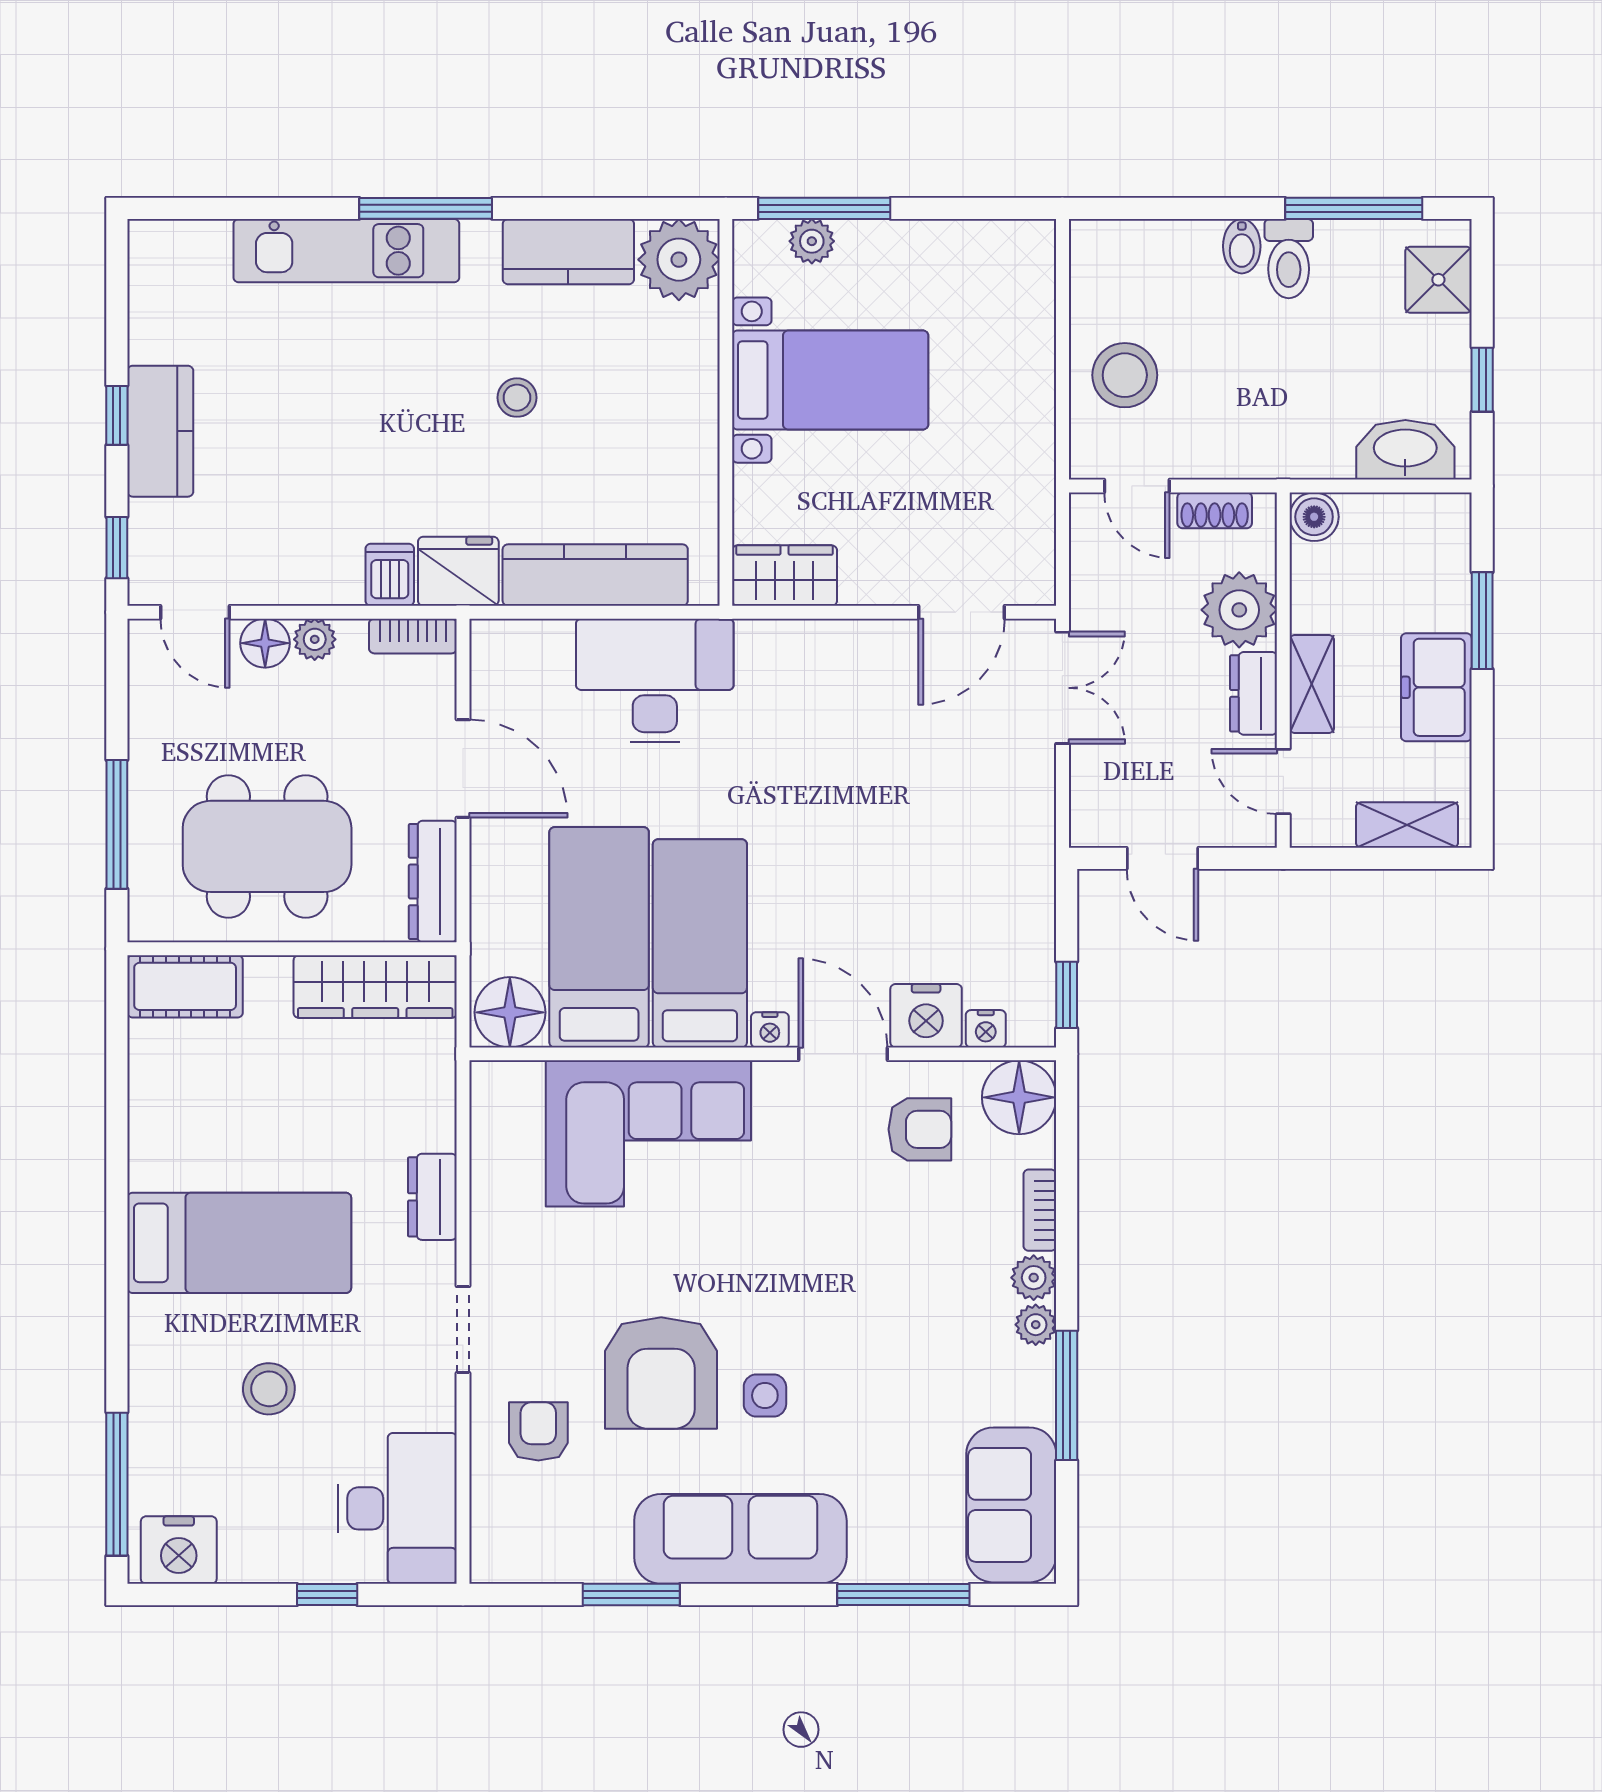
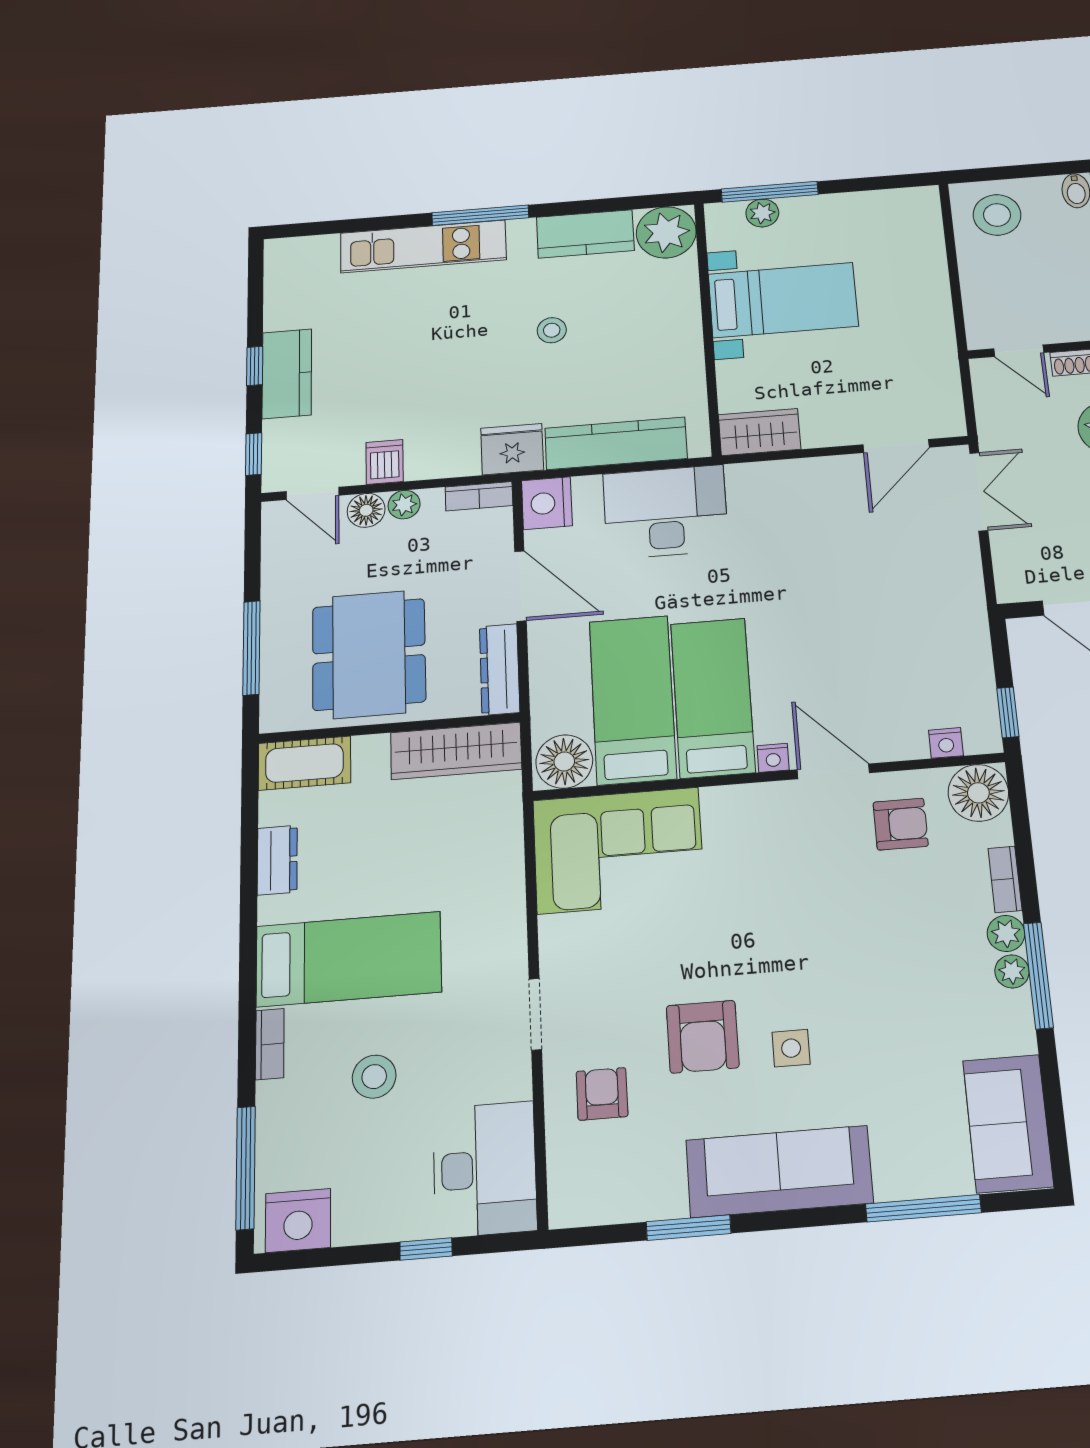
stool: (1125, 375) -> (997, 215), moved
dishwasher: (390, 575) -> (385, 462), moved
dining table: (267, 846) -> (369, 654), turned 90
nightstand: (926, 1016) -> (547, 503), moved, turned 90
corner sofa: (648, 1133) -> (618, 850), moved
dresser: (432, 1197) -> (277, 860), moved, turned 180
bookcase: (144, 1339) -> (270, 1044), added
armchair: (661, 1373) -> (703, 1037), width x0.73, depth x0.73
window: (1067, 1395) -> (1038, 975), moved

